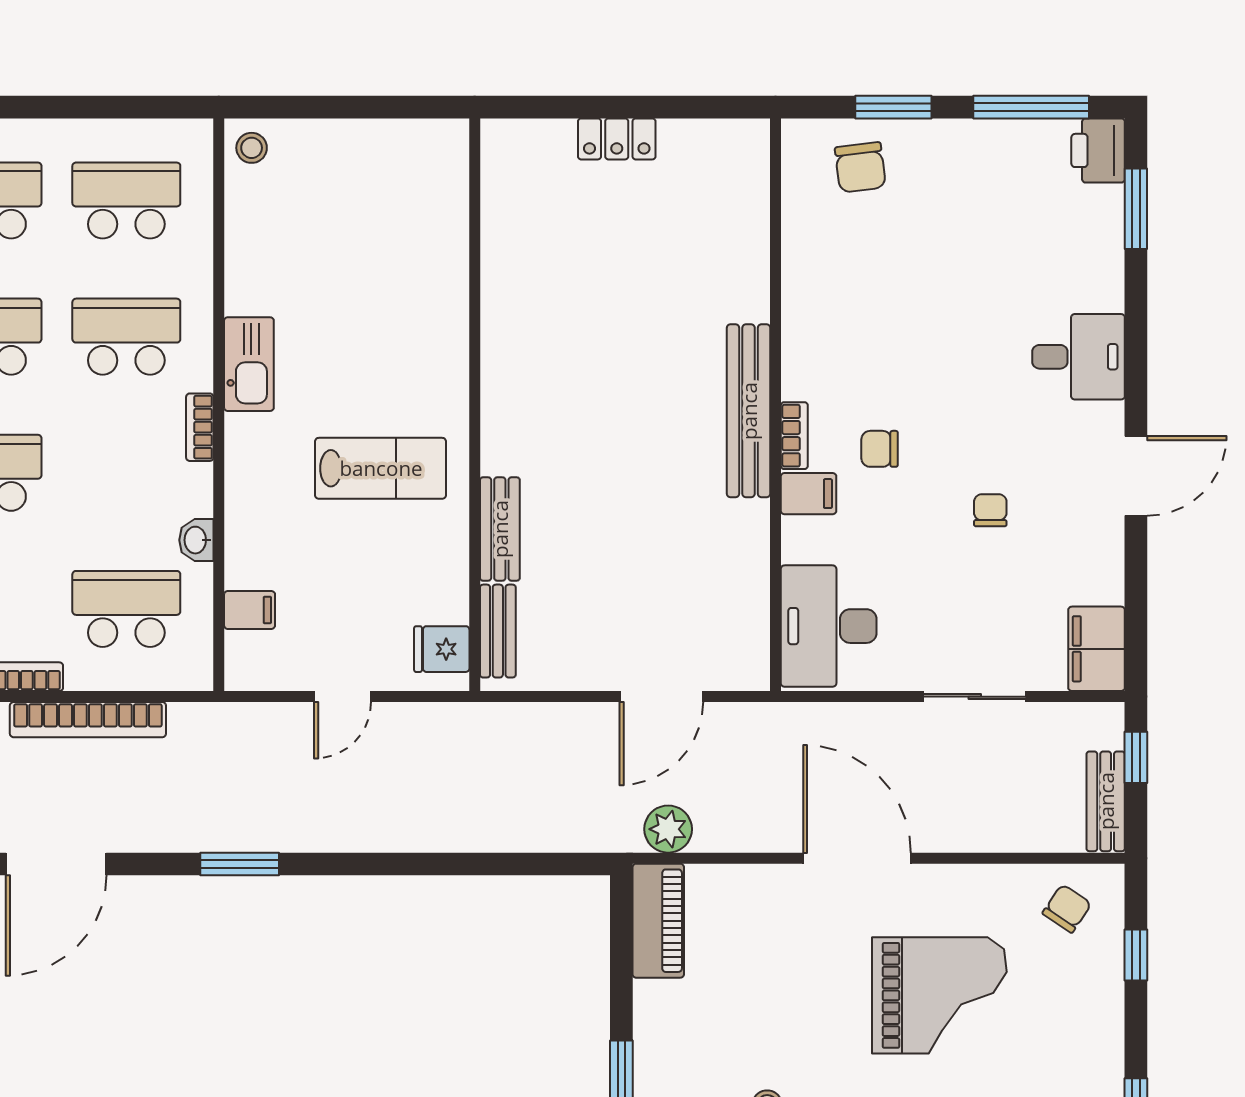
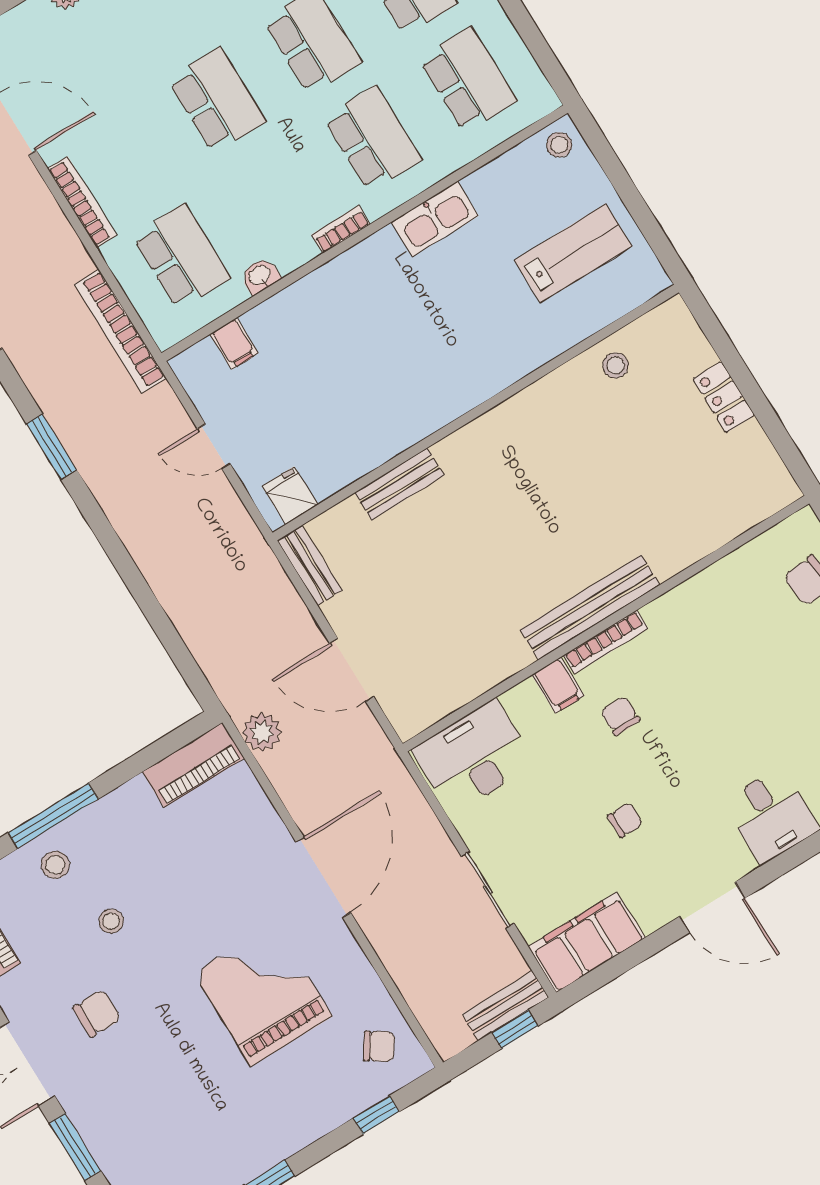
stool: (515, 230) -> (616, 365), added
kitchen sink: (249, 364) -> (435, 219), moved
bookcase: (794, 436) -> (606, 642), width x1.56
lab bench: (381, 468) -> (573, 253), moved, turned -90
bench: (498, 631) -> (310, 565), moved, turned 90
filing cabinet: (1097, 649) -> (587, 942), width x1.50, depth x1.17
bookcase: (88, 720) -> (120, 331), moved
bench: (1106, 801) -> (505, 1006), moved
grand piano: (939, 995) -> (263, 994), turned 180

